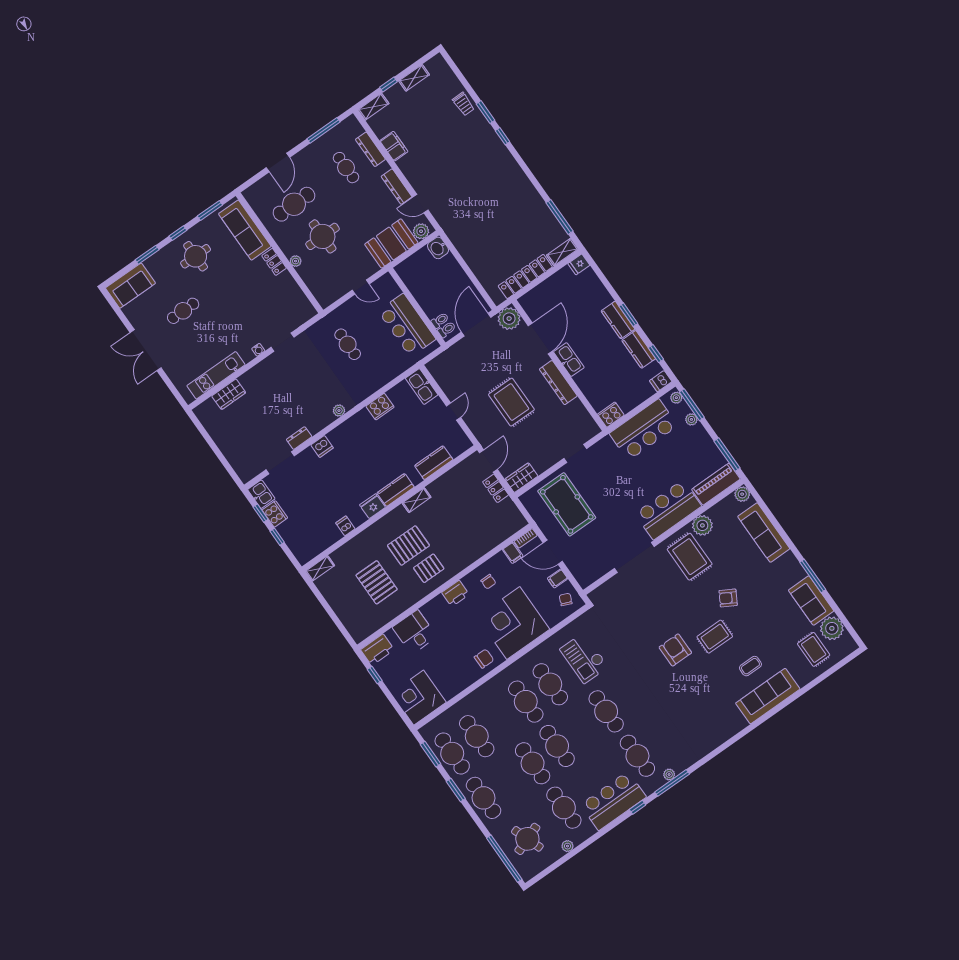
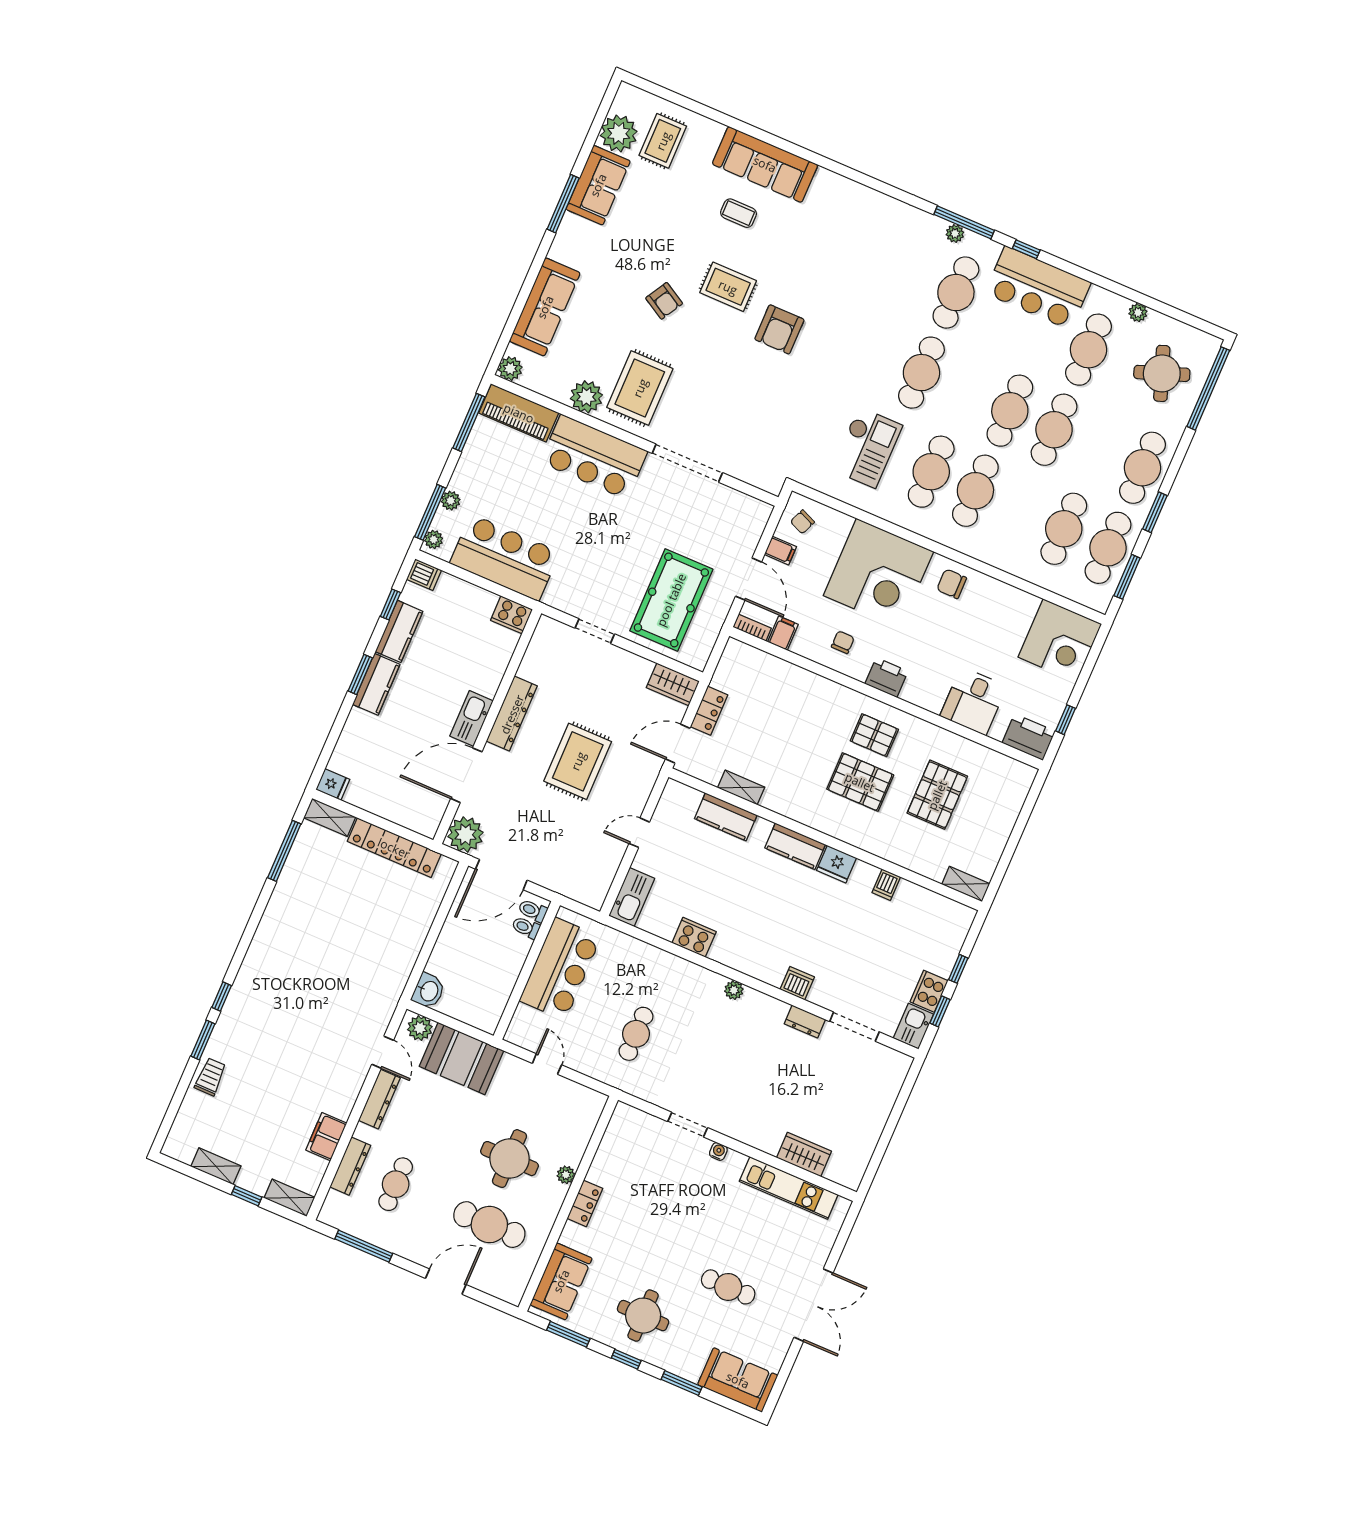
sofa: (245, 230) -> (561, 1281), width x0.73
shelving: (417, 500) -> (741, 787), moved

